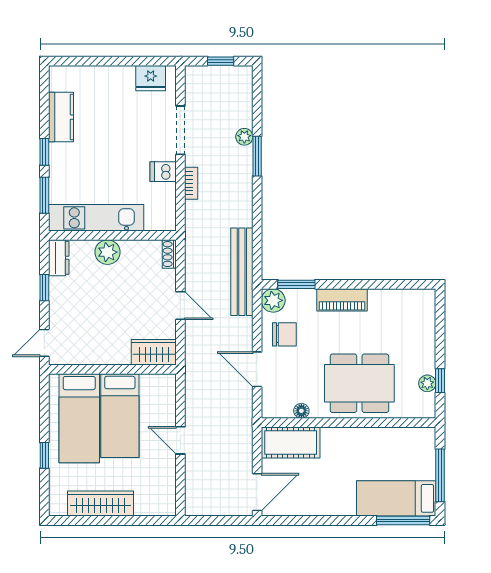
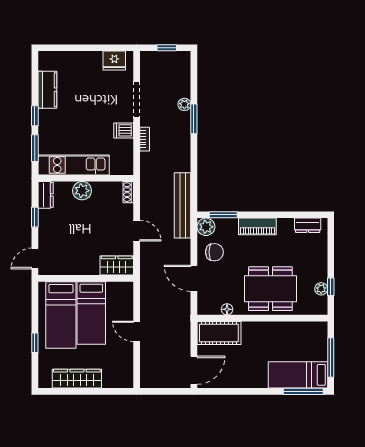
dresser: (409, 298) -> (308, 225), added

